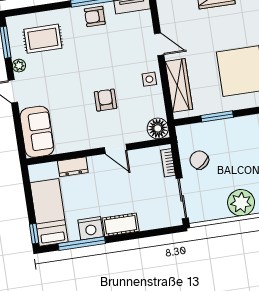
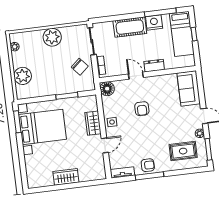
door: (159, 44) -> (105, 145), swing flipped
wardrobe: (179, 85) -> (93, 123), width x0.67
dresser: (73, 167) -> (154, 66), moved
cot: (121, 225) -> (130, 27), width x1.37, depth x1.34
window: (34, 234) -> (194, 34), moved

